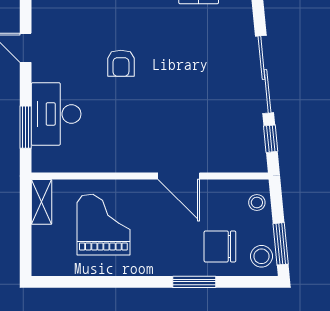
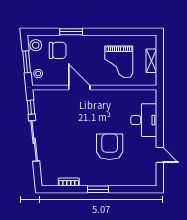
armchair: (121, 63) -> (110, 147), width x1.88, depth x1.88
window: (26, 127) -> (160, 113), removed
shelving: (42, 202) -> (151, 61), moved
window: (281, 244) -> (27, 62), moved

